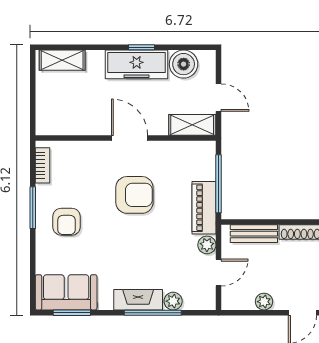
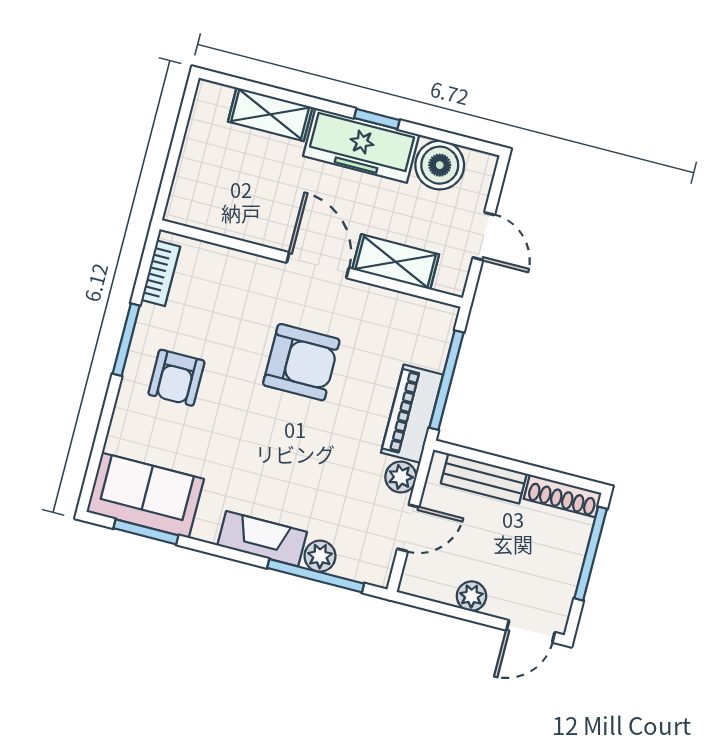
shelving: (62, 60) -> (270, 114), moved
shelving: (192, 125) -> (396, 262), moved
window: (153, 313) -> (316, 576), moved

